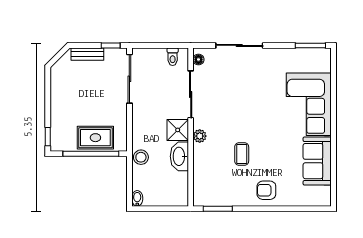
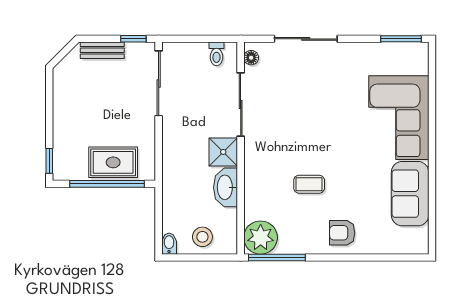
plant: (200, 136) -> (261, 238), moved, width x1.88, depth x1.88
coffee table: (242, 154) -> (309, 184), turned 90
stool: (141, 157) -> (202, 237), moved
window: (218, 209) -> (277, 257), width x1.44

